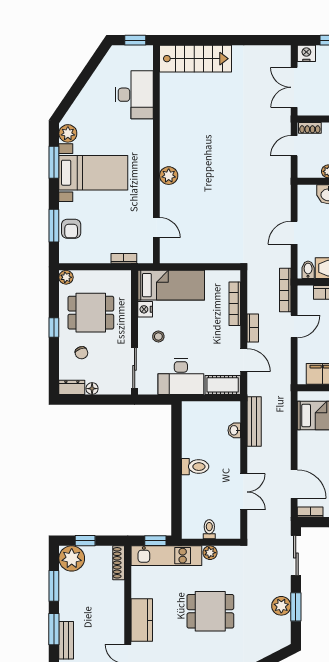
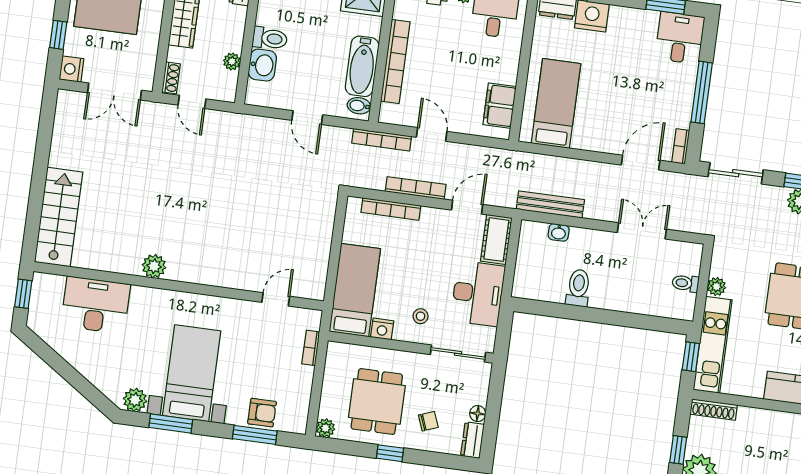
plant: (169, 176) -> (154, 266), moved
bookcase: (253, 328) -> (416, 188), width x1.56
toilet: (195, 467) -> (578, 288), moved

